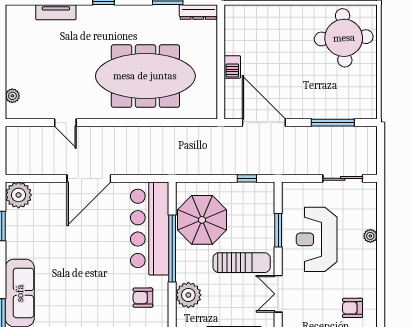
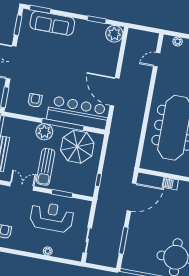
door: (65, 123) -> (157, 60), moved
door: (89, 178) -> (115, 92), moved
plant: (188, 295) -> (44, 132), moved

